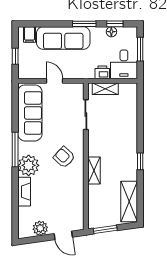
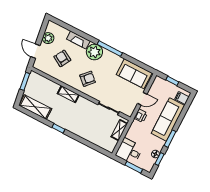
printer: (102, 72) -> (141, 116), moved
sofa: (30, 113) -> (134, 74), width x0.73
armchair: (56, 199) -> (62, 58), added
door: (63, 235) -> (35, 51), hinge flipped

